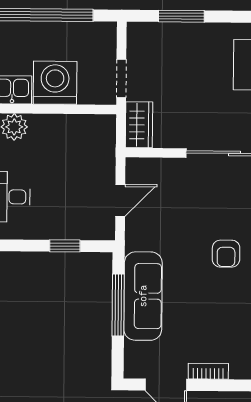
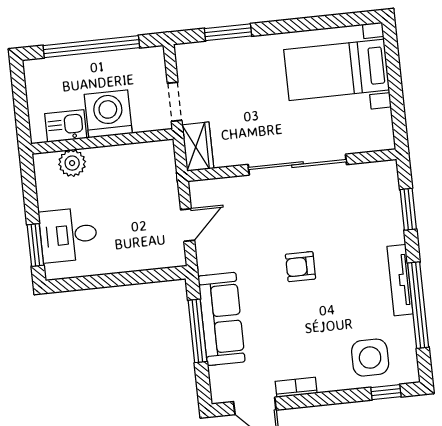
window: (65, 246) -> (137, 277), removed
armchair: (226, 254) -> (300, 267), turned 90

